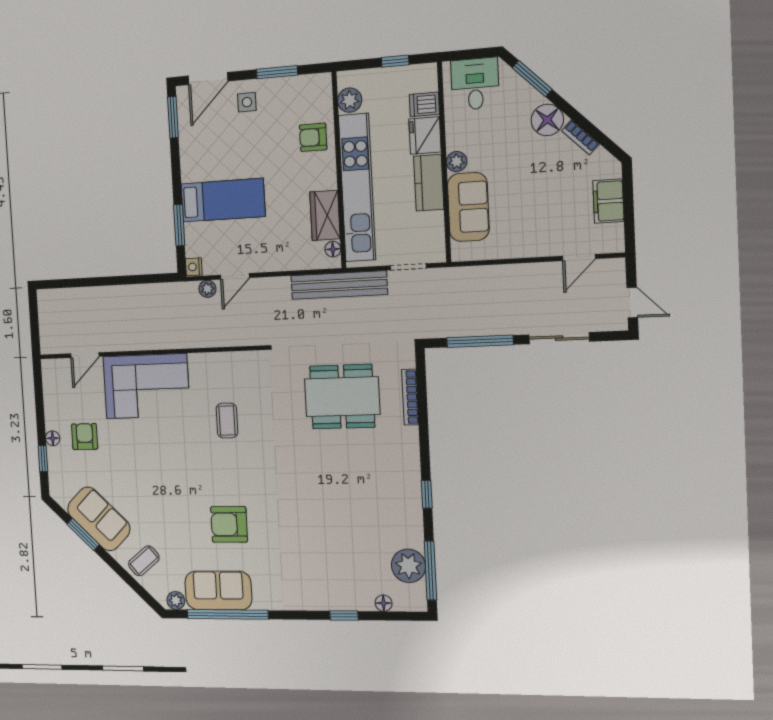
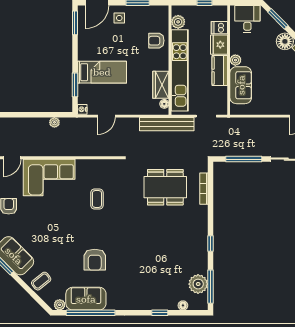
plant: (207, 289) -> (54, 122), moved
armchair: (229, 524) -> (95, 260), turned -90

